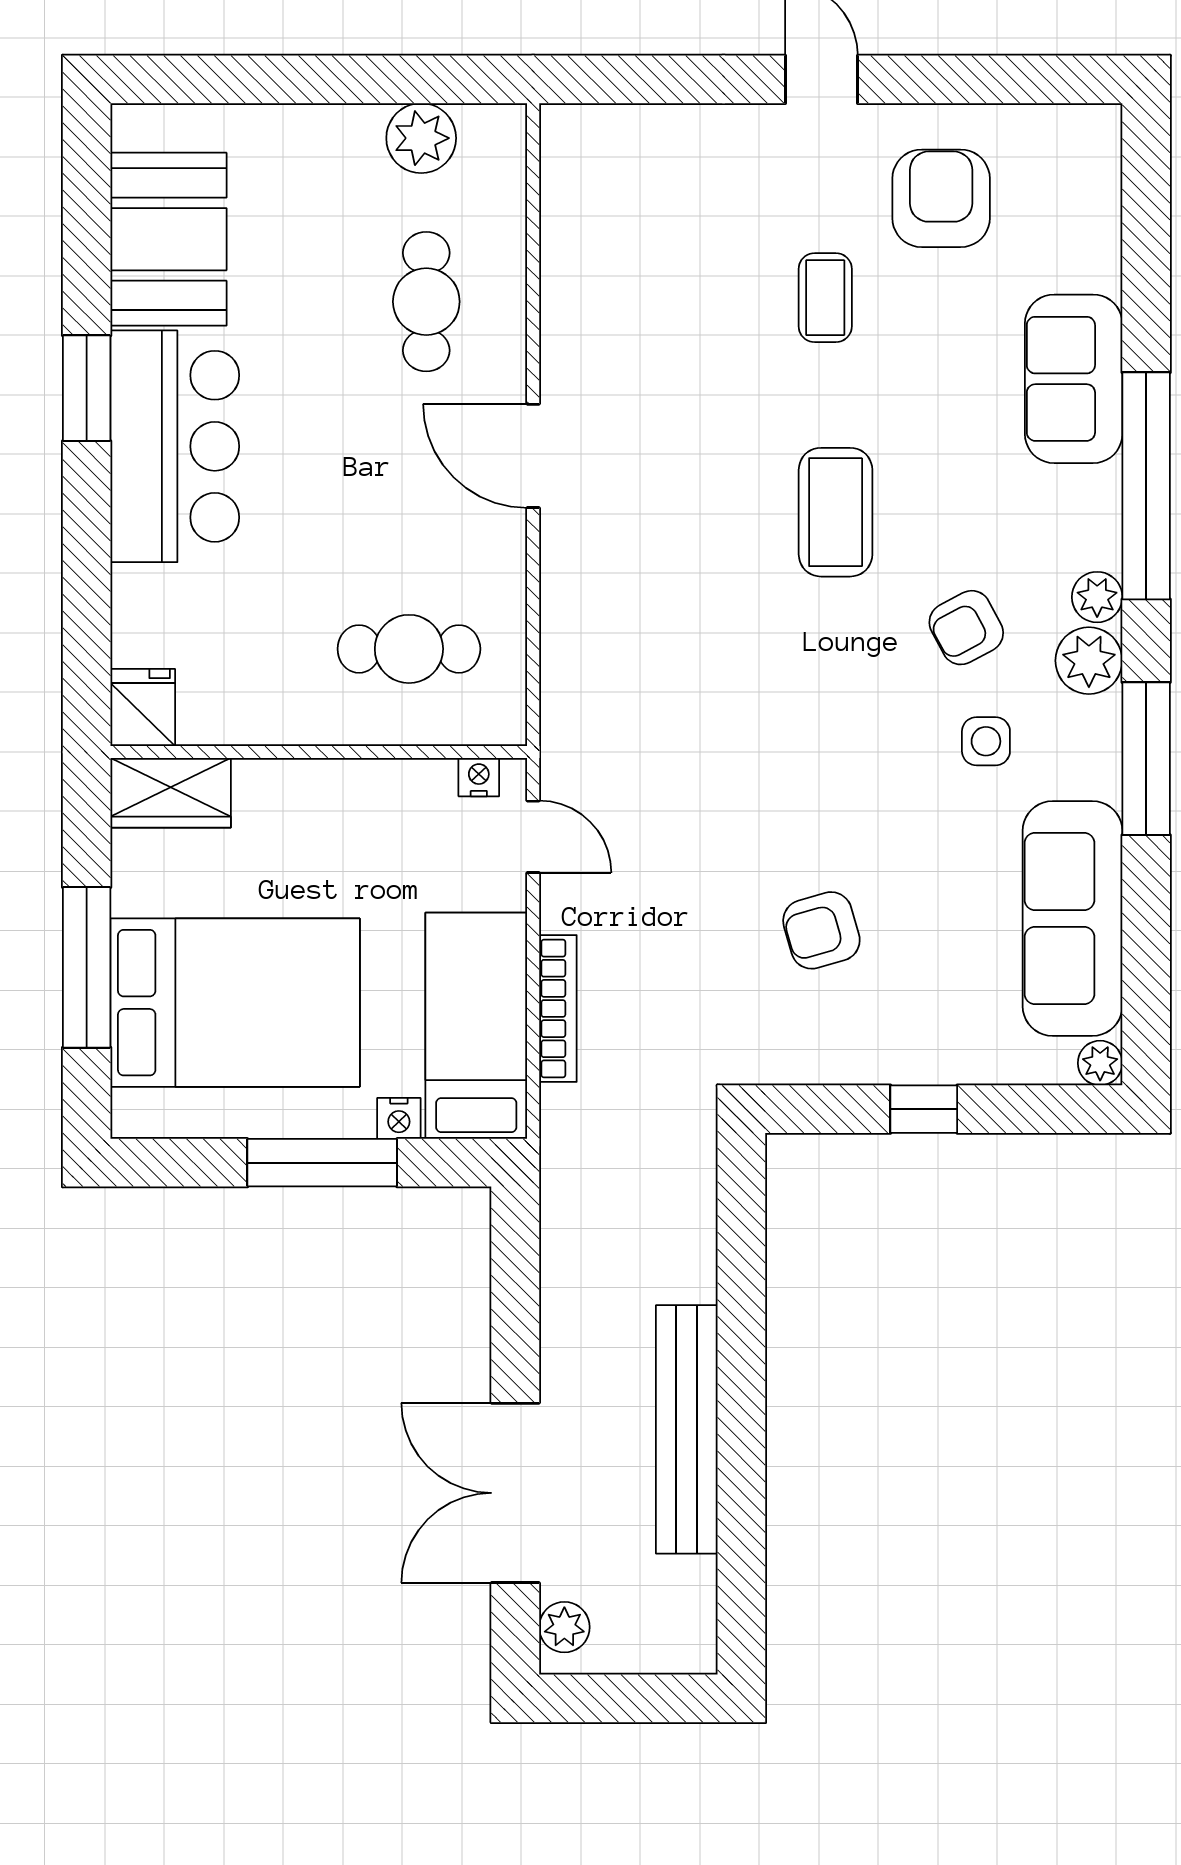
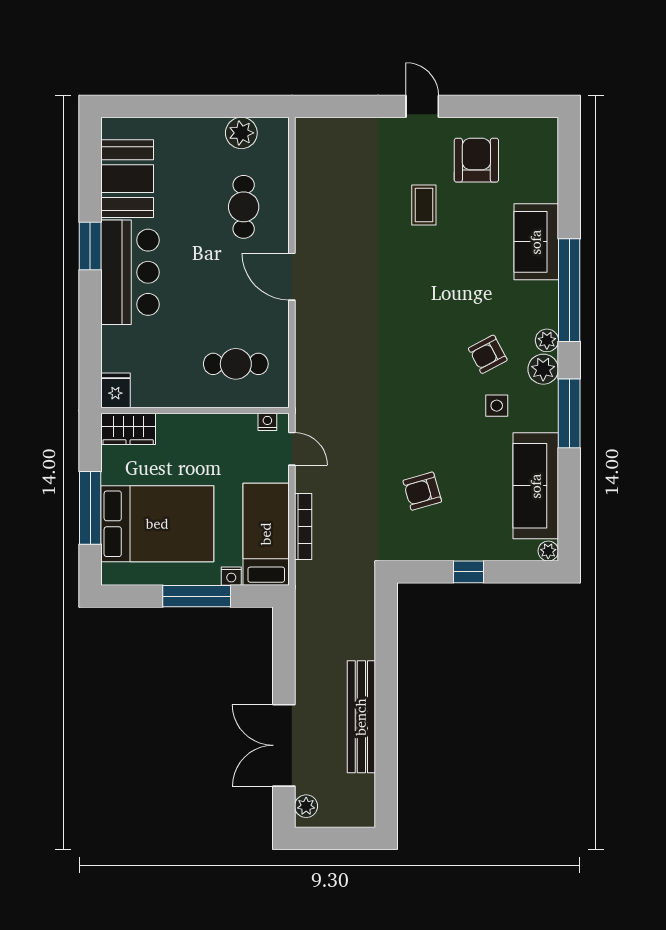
coffee table: (836, 512) -> (429, 302), removed

